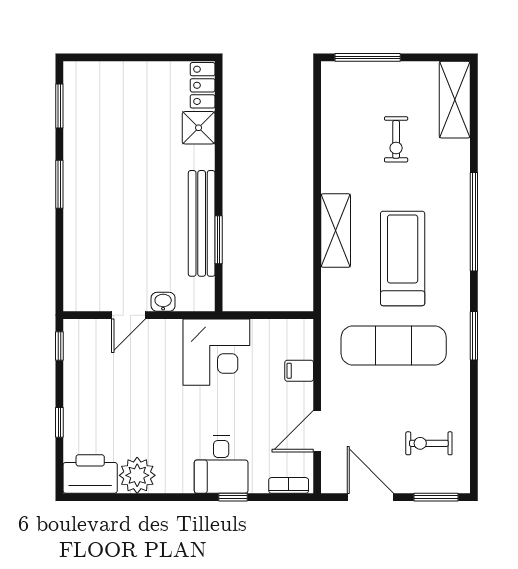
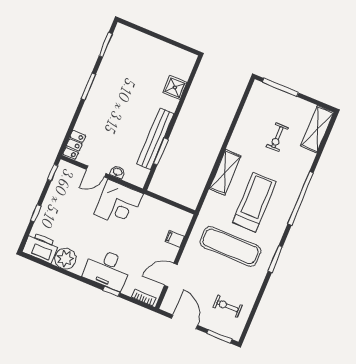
locker: (203, 85) -> (74, 145), moved, turned 180
corner desk: (216, 352) -> (118, 204), moved
desk: (221, 464) -> (107, 269), width x1.37

